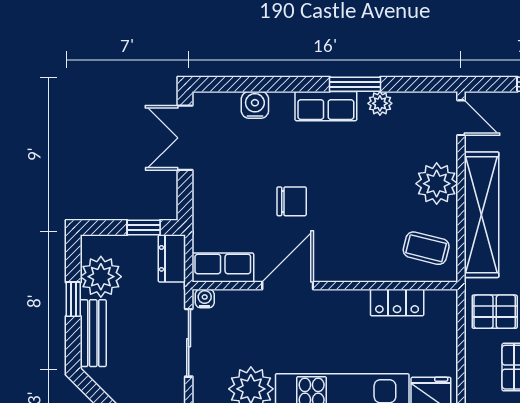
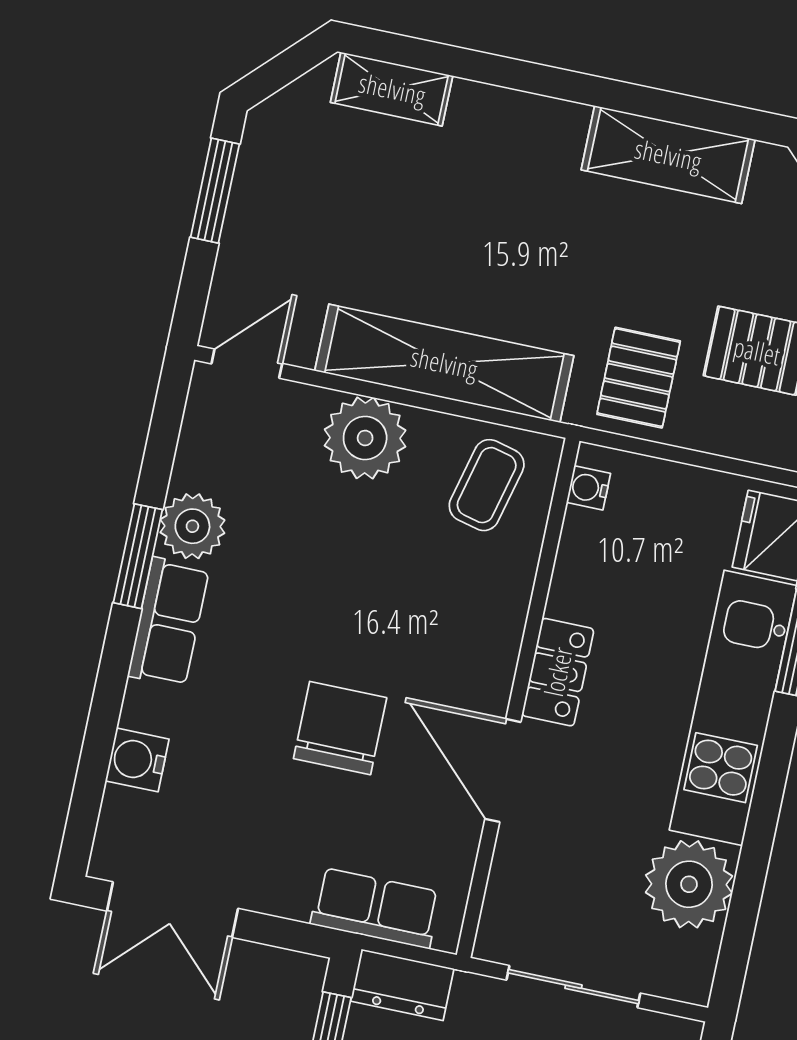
plant: (380, 103) -> (192, 526), width x1.38, depth x1.38
chair: (292, 201) -> (340, 728), width x1.37, depth x1.37
row of seats: (223, 268) -> (376, 908), moved, turned 90
water cooler: (205, 298) -> (588, 488), moved
locker: (397, 302) -> (558, 672), moved

